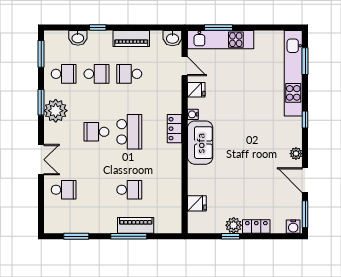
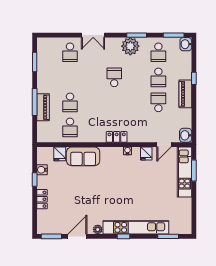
washbasin: (78, 38) -> (186, 44), moved
piano: (131, 38) -> (185, 94), moved
kitchen unit: (293, 73) -> (136, 227), moved
school desk: (129, 132) -> (70, 127), moved, width x0.54
sofa: (200, 143) -> (83, 156), moved
plant: (234, 225) -> (43, 182), removed
water cooler: (293, 227) -> (42, 170), moved

